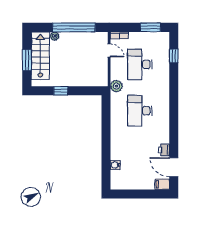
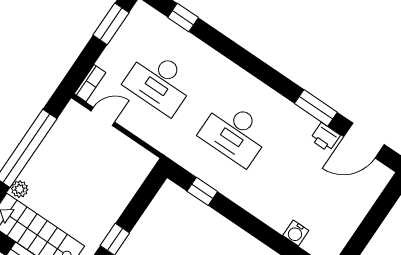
plant: (116, 86) -> (169, 144), removed
window: (106, 114) -> (202, 191), added
window: (174, 138) -> (316, 108), added
filing cabinet: (162, 184) -> (379, 178), removed

